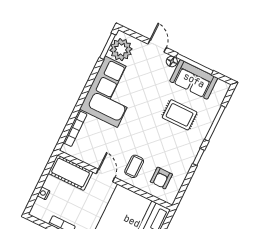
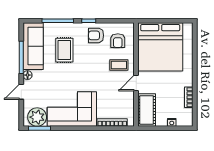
sofa: (194, 80) -> (33, 46), width x1.36
armchair: (179, 157) -> (96, 35), added
armchair: (161, 178) -> (118, 41), turned 90

